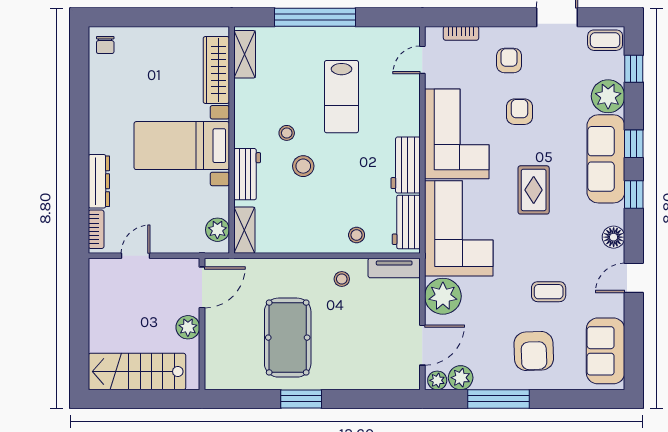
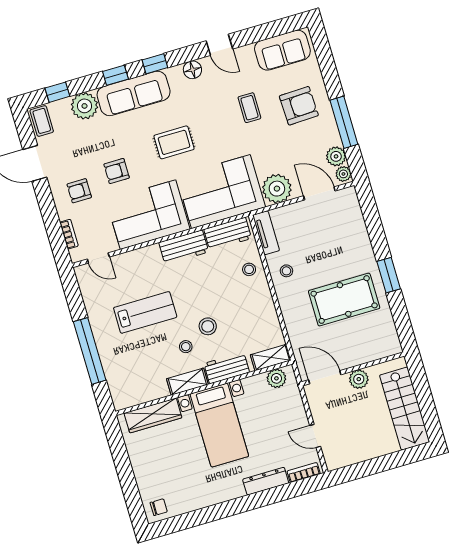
shelving: (245, 54) -> (187, 382), moved

